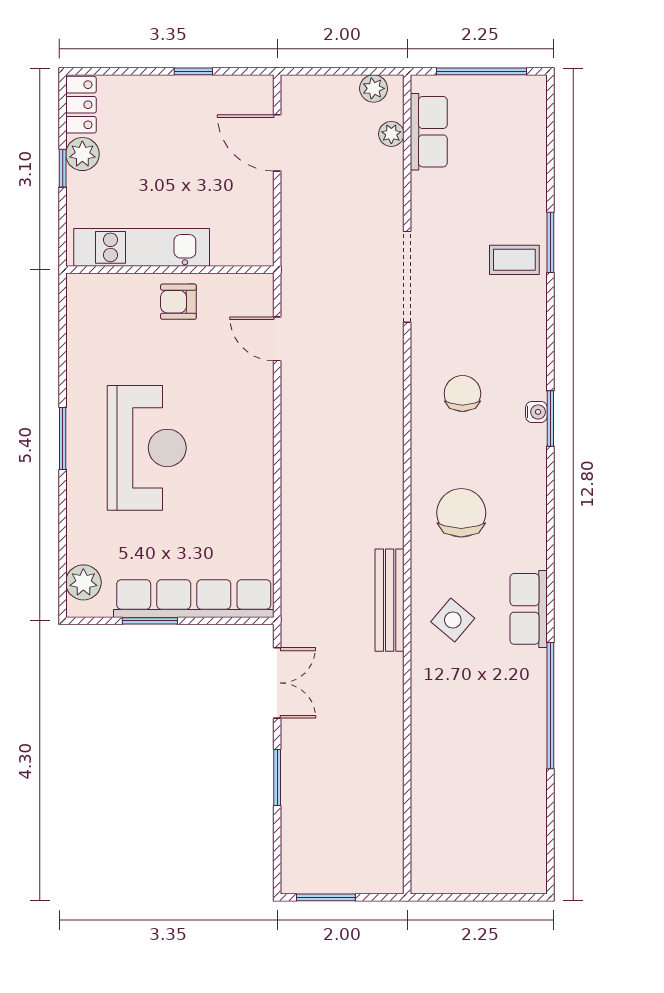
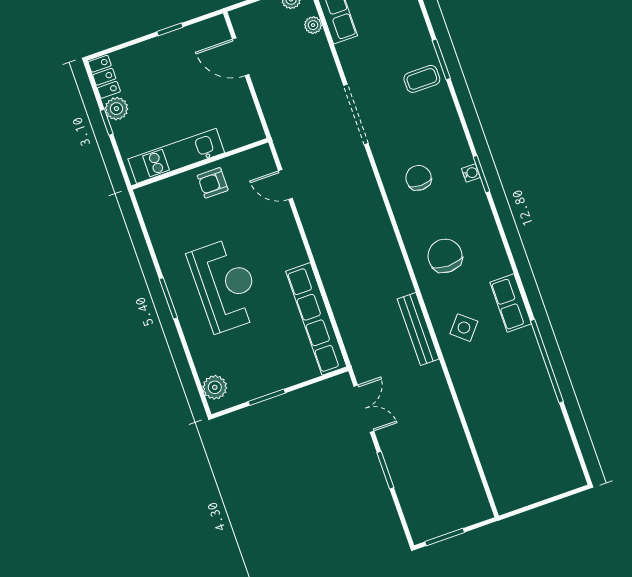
row of seats: (194, 599) -> (316, 319), moved, turned -90

